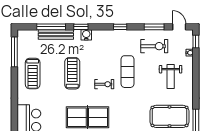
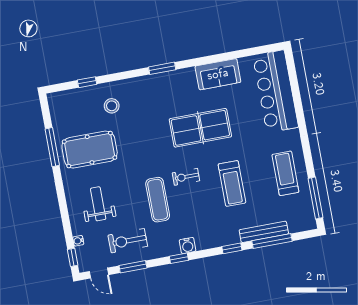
water cooler: (86, 35) -> (188, 245), moved

